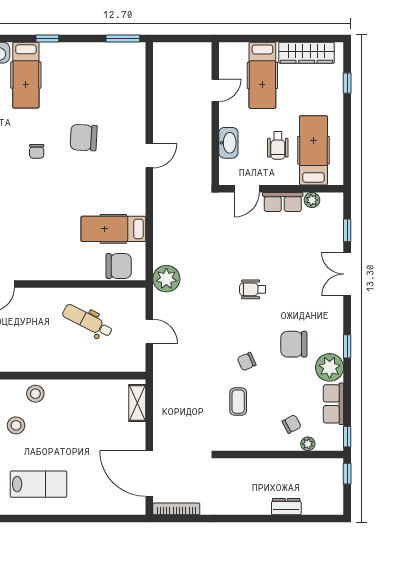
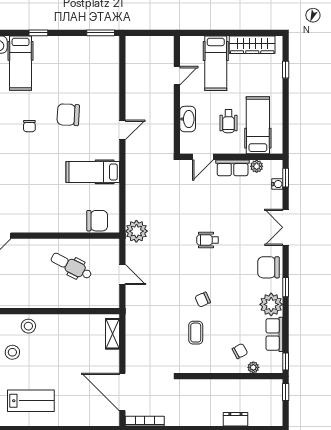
water cooler: (337, 222) -> (277, 184), added
hospital bed: (113, 229) -> (93, 172), moved
window: (347, 230) -> (286, 178), moved
chair: (294, 344) -> (269, 267), moved

